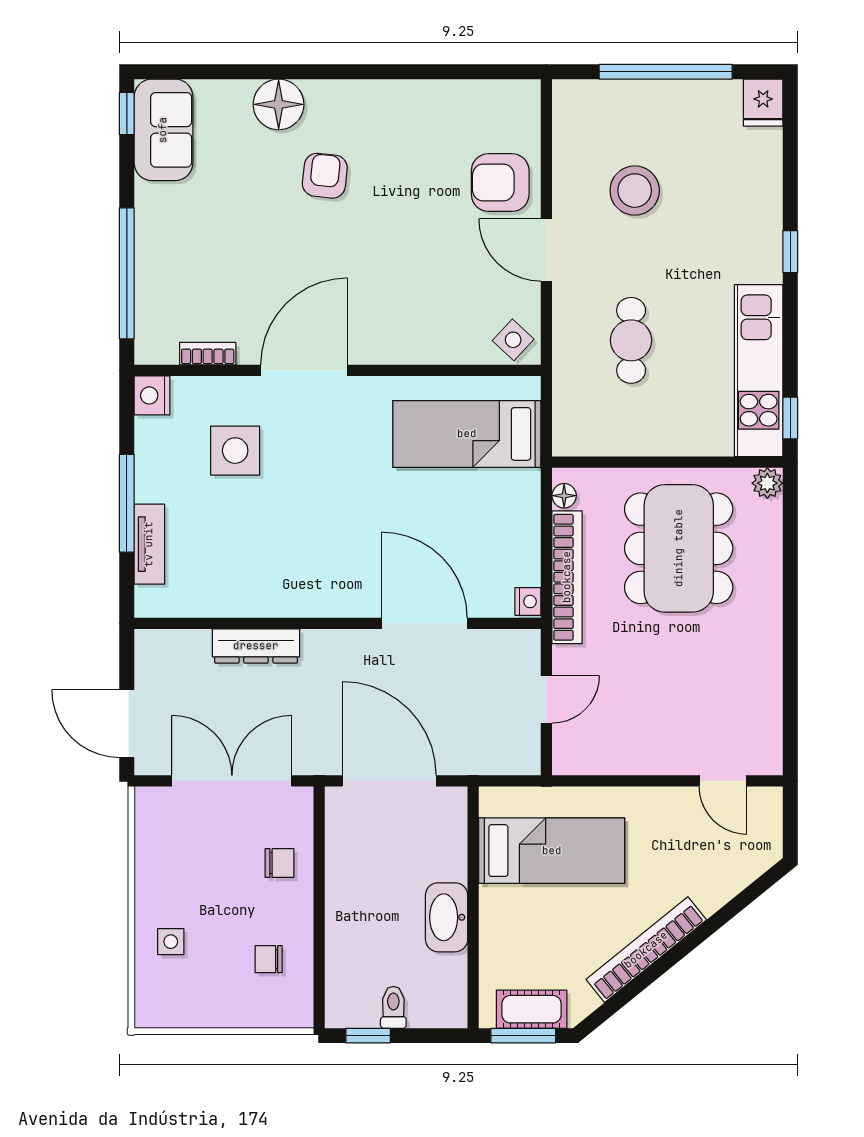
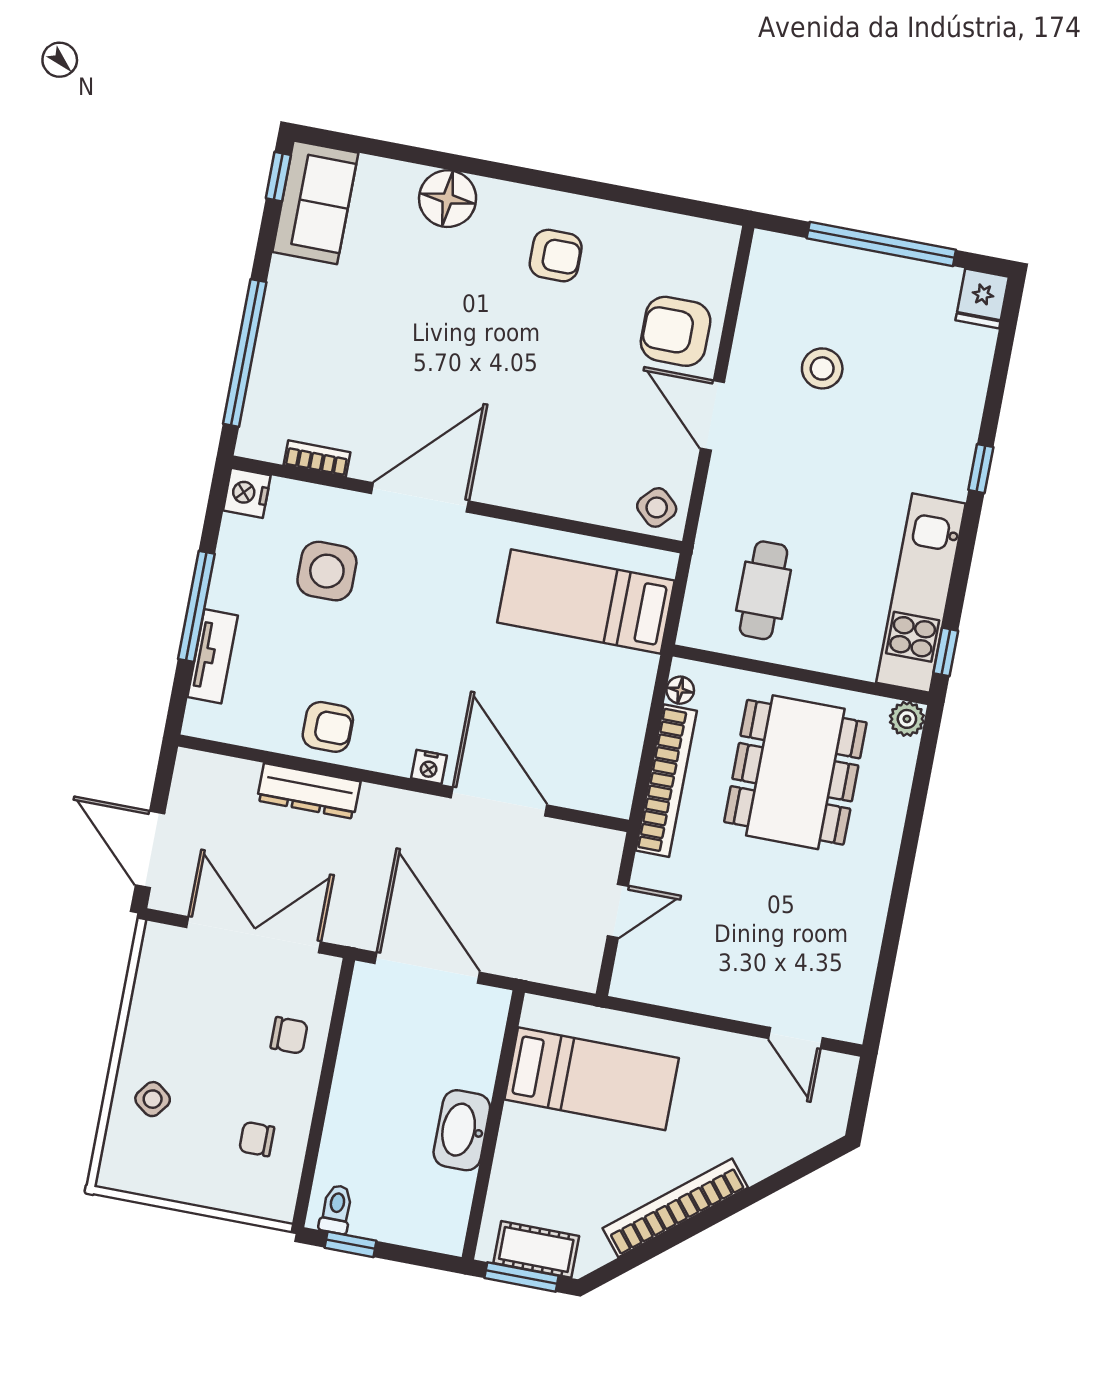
armchair: (325, 176) -> (556, 256), moved, turned 84
stool: (635, 191) -> (822, 368), width x0.73, depth x0.73
cafe table: (631, 340) -> (764, 590), moved
armchair: (262, 587) -> (328, 727), added
nightstand: (528, 601) -> (429, 767), moved, turned 90
side table: (171, 942) -> (153, 1099), turned 37
toilet: (393, 1007) -> (336, 1209), moved

